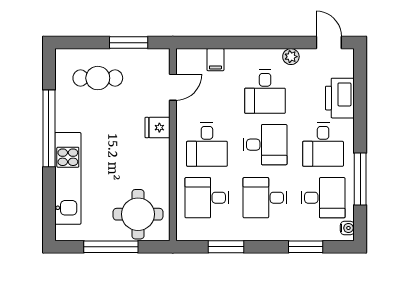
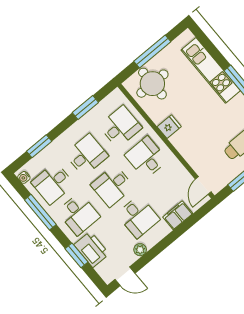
filing cabinet: (215, 60) -> (178, 215), width x2.00
door: (173, 87) -> (203, 186), moved
desk: (265, 92) -> (138, 217), turned 180
window: (360, 105) -> (76, 255), added
fridge: (157, 128) -> (169, 127), moved
desk: (323, 145) -> (79, 214), turned 180

